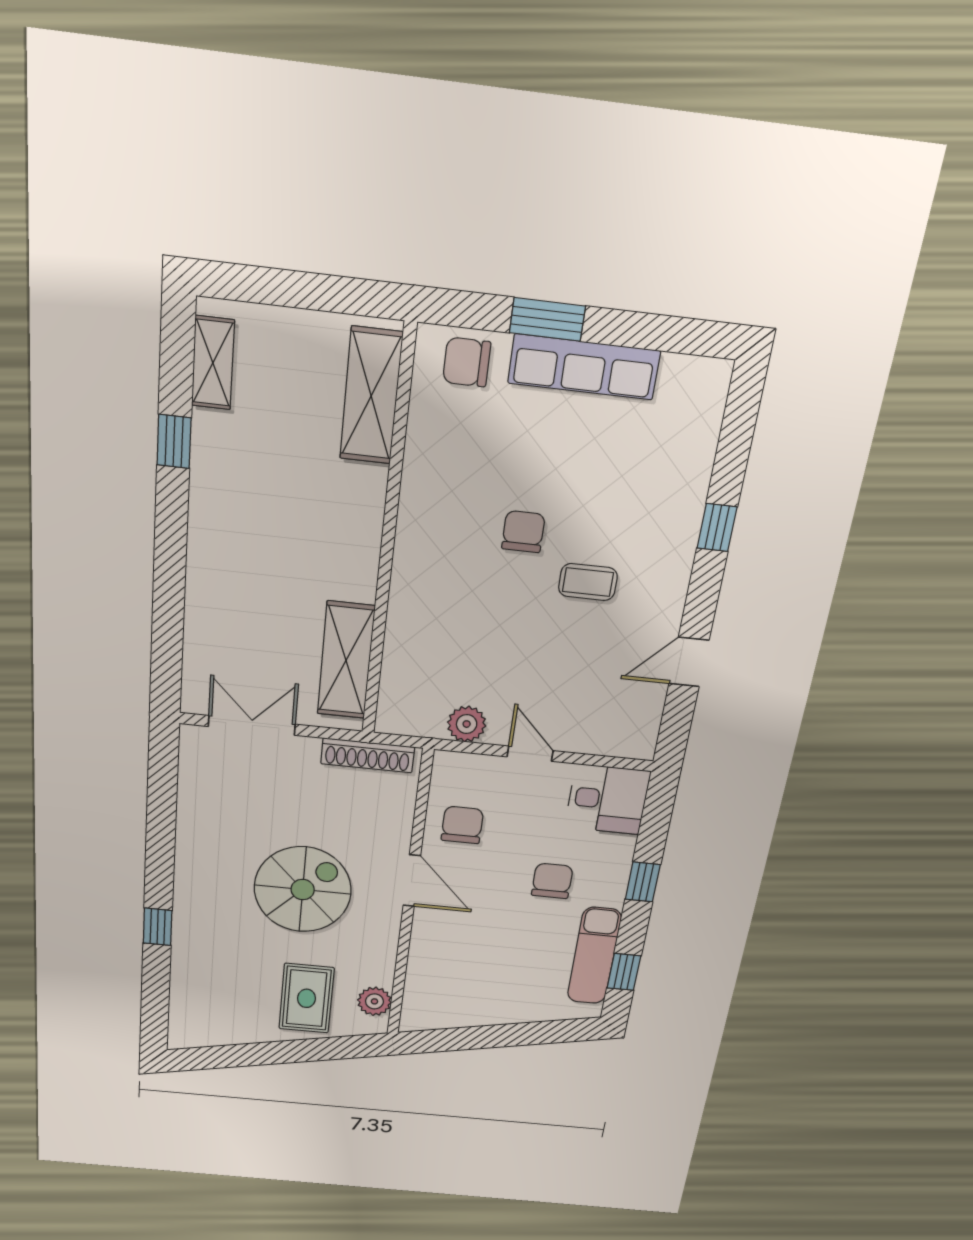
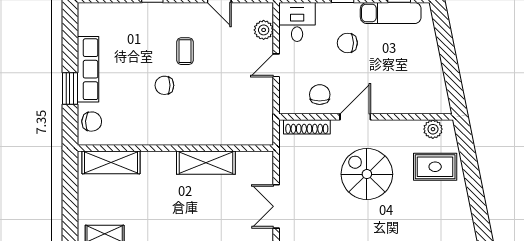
chair: (467, 362) -> (92, 122), turned -87
shelving: (346, 660) -> (206, 163), moved
plant: (467, 724) -> (264, 30), moved
shoe rack: (368, 755) -> (307, 127), moved, turned 90
chair: (462, 825) -> (320, 95), turned 90

